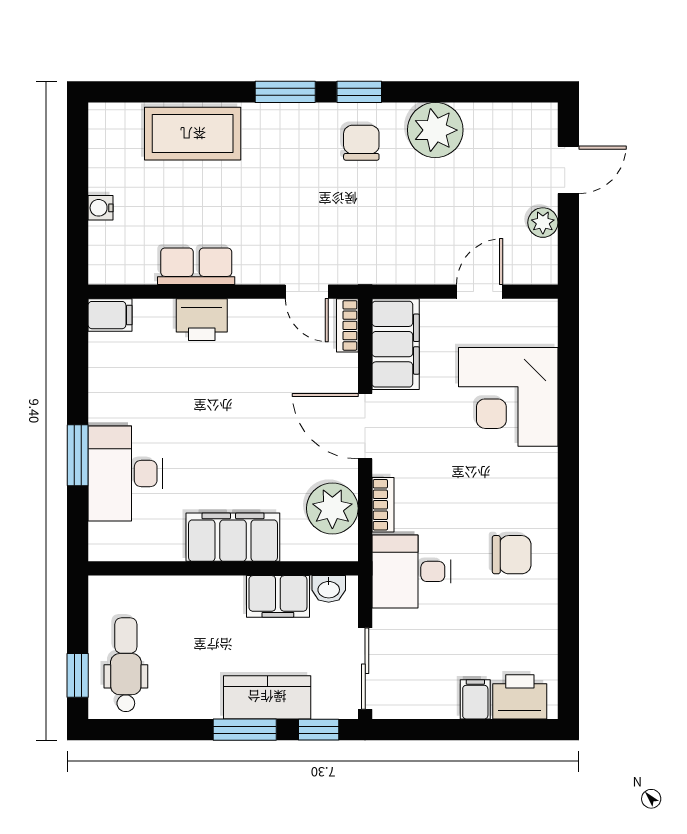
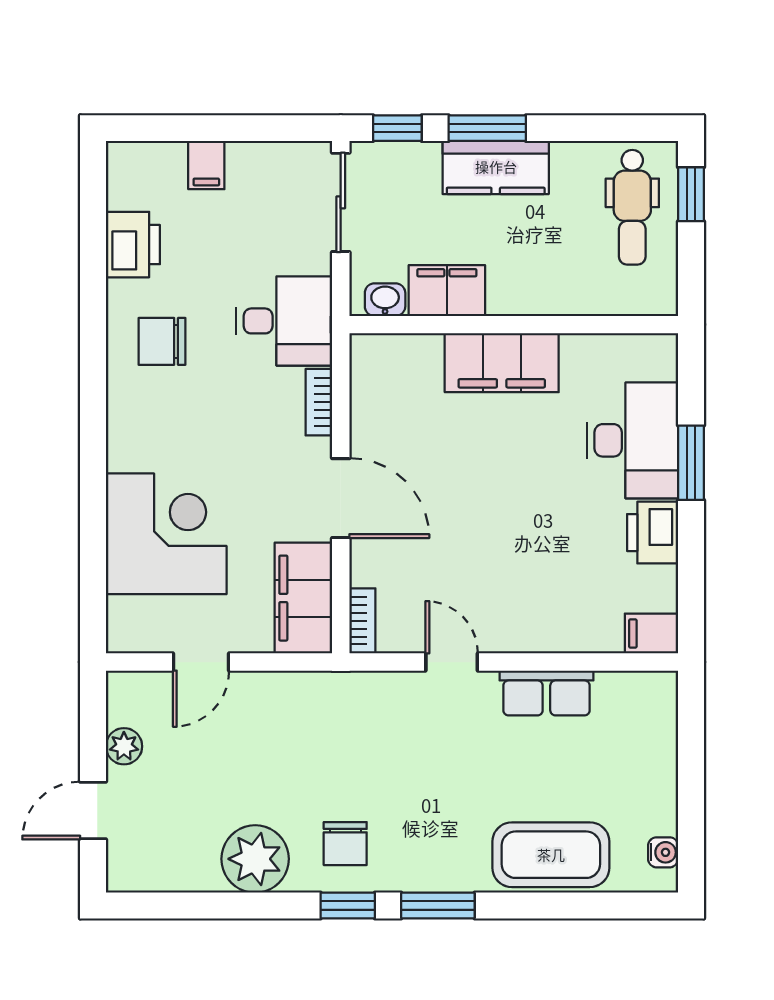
water cooler: (101, 208) -> (663, 852), moved
door: (307, 292) -> (452, 662), moved
printer: (202, 320) -> (653, 533), moved, turned -90
plant: (332, 508) -> (381, 398), removed
kitchen counter: (267, 697) -> (496, 167), moved
printer: (520, 697) -> (133, 245), moved, turned -90

